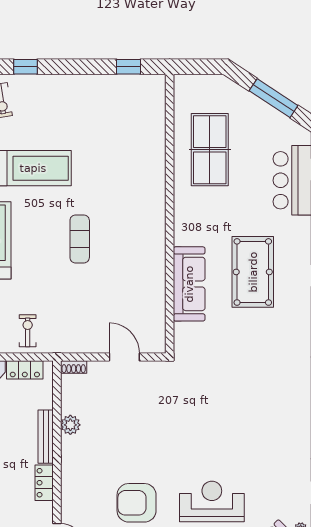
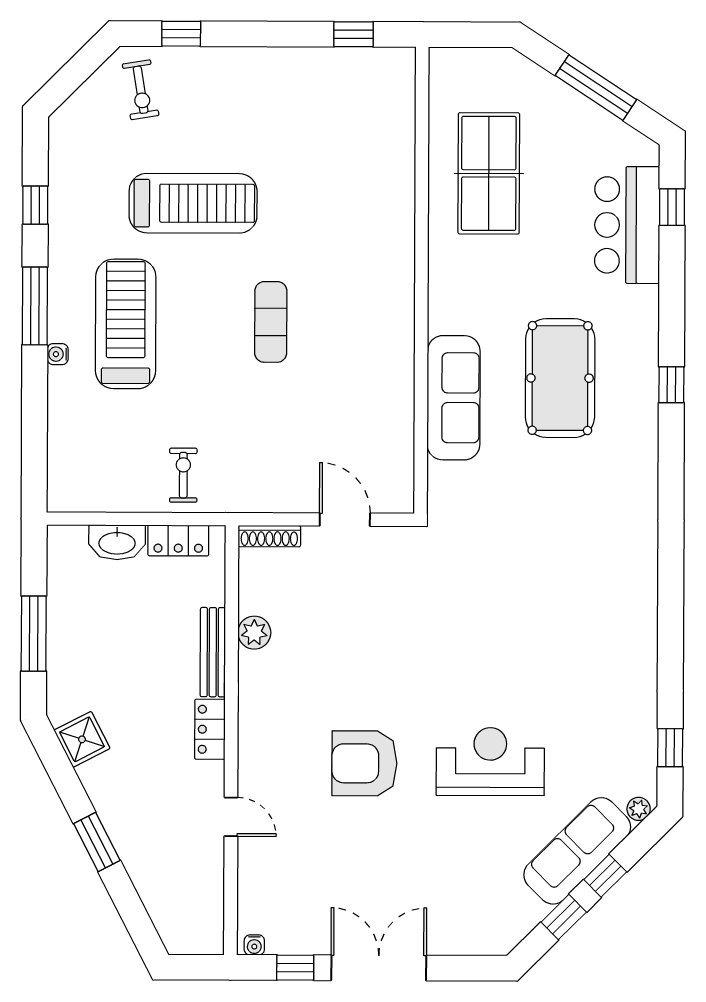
shoe rack: (74, 367) -> (269, 536), width x1.43

